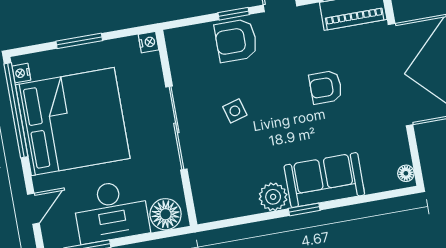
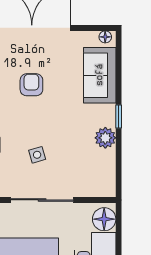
armchair: (326, 87) -> (31, 85), turned 180
sofa: (324, 180) -> (100, 75), moved

